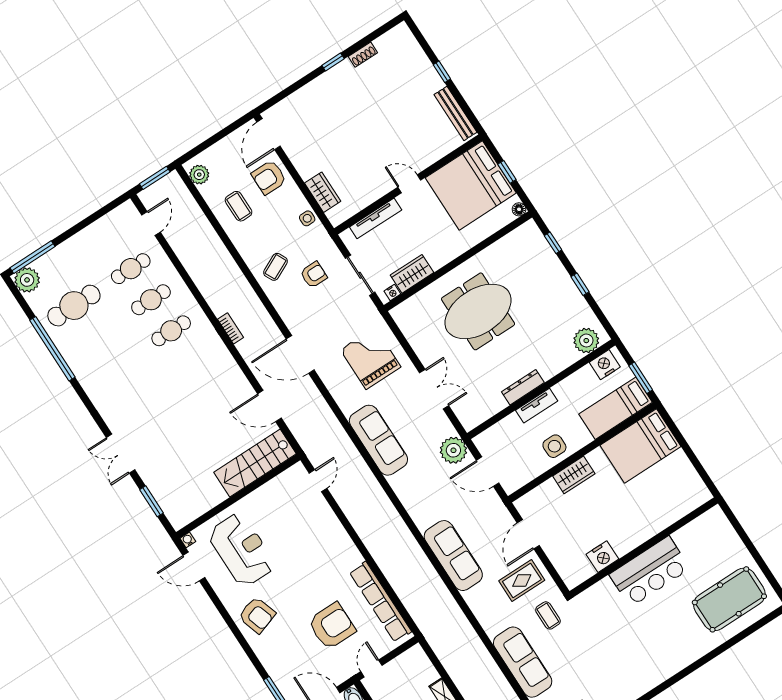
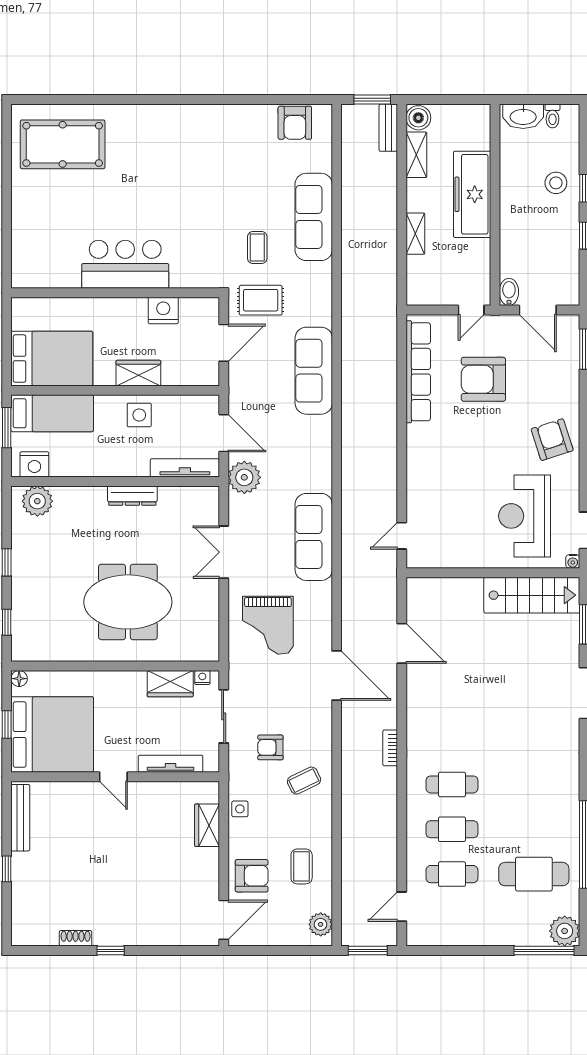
tv unit: (537, 406) -> (185, 468), moved, width x1.41
stairs: (255, 463) -> (532, 595), moved
wall: (644, 547) -> (115, 293), moved
nightstand: (602, 557) -> (163, 310), moved
bar counter: (650, 572) -> (125, 264), moved

